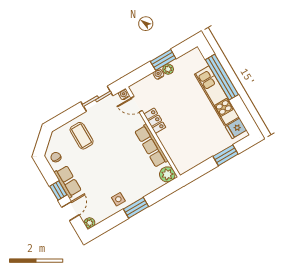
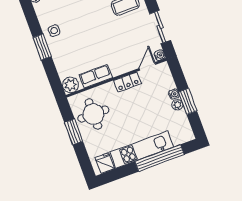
row of seats: (151, 146) -> (96, 76), width x0.68
round table: (191, 148) -> (93, 114), added
window: (226, 155) -> (74, 132), moved

